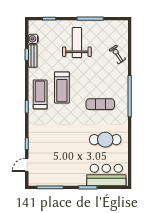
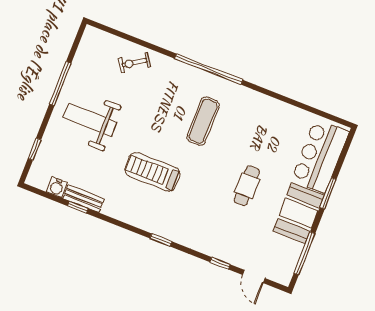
treadmill: (62, 87) -> (152, 172), turned 180
treadmill: (40, 94) -> (150, 211), removed
cafe table: (105, 140) -> (247, 186), moved, width x0.73, depth x0.74
booth: (71, 176) -> (299, 213), added

